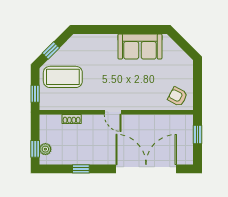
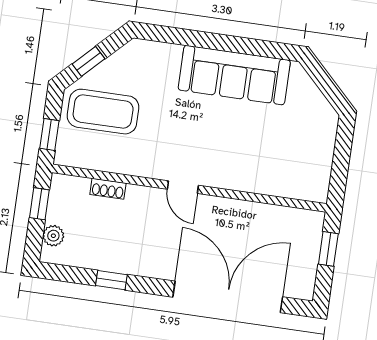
sofa: (140, 46) -> (234, 75), width x1.36
armchair: (178, 97) -> (303, 176), removed
window: (35, 149) -> (39, 204), moved

